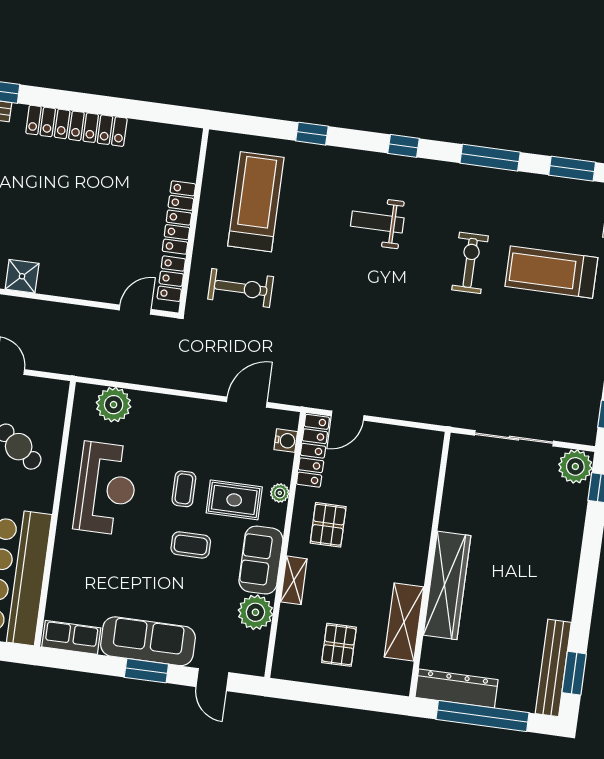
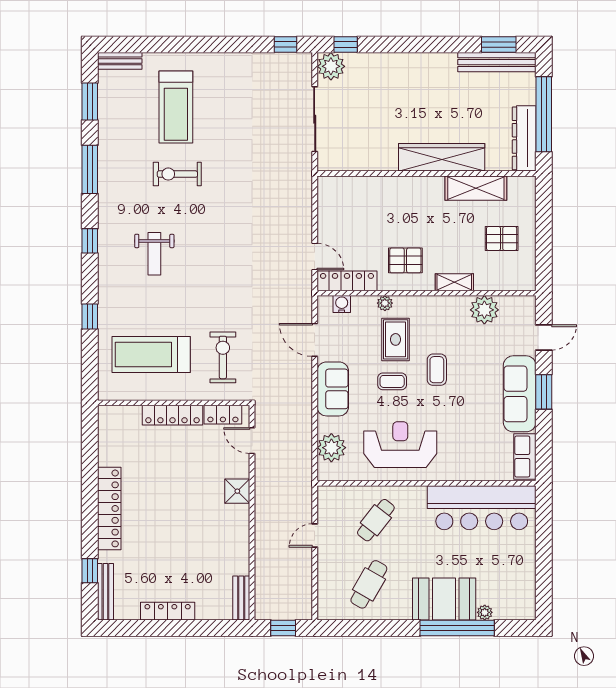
shower: (22, 276) -> (237, 491), moved
sofa: (261, 560) -> (333, 389), moved, turned -90

